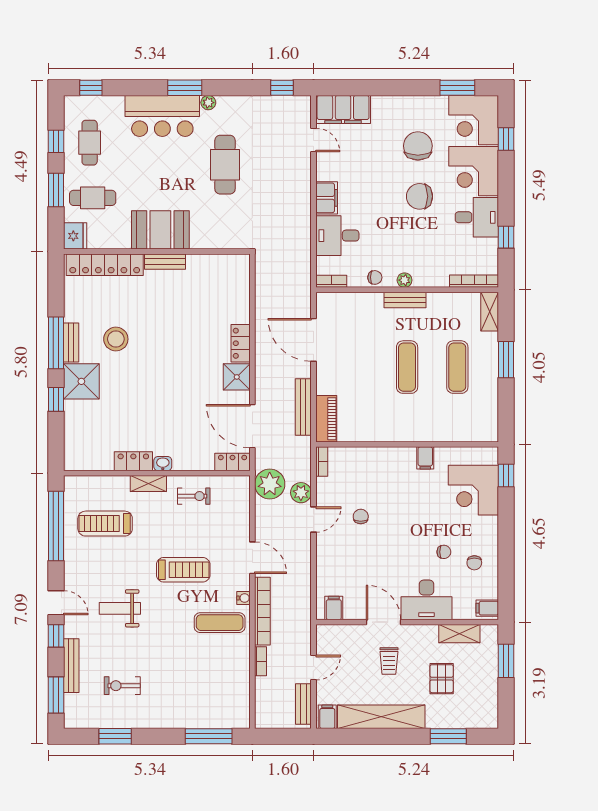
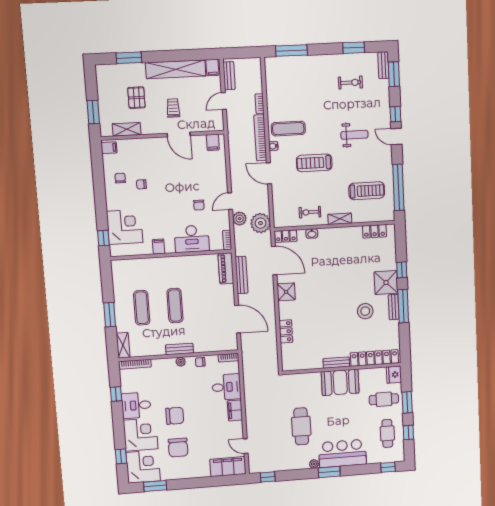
locker: (241, 343) -> (286, 331), moved
locker: (133, 461) -> (374, 231), moved
washbasin: (163, 464) -> (312, 234), moved
desk: (426, 600) -> (192, 239), moved, turned 180
bench: (71, 666) -> (383, 65), moved, width x0.73

